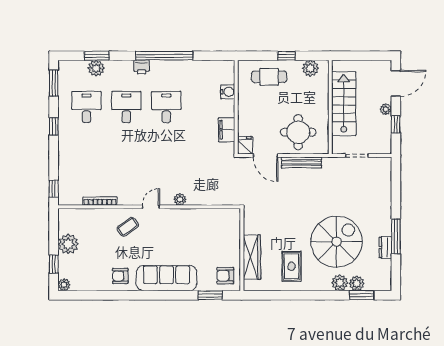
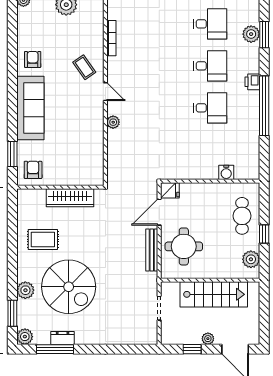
filing cabinet: (227, 130) -> (186, 171), removed
window: (396, 236) -> (55, 349), moved
wardrobe: (252, 257) -> (70, 198), moved
plant: (357, 283) -> (25, 337), moved

